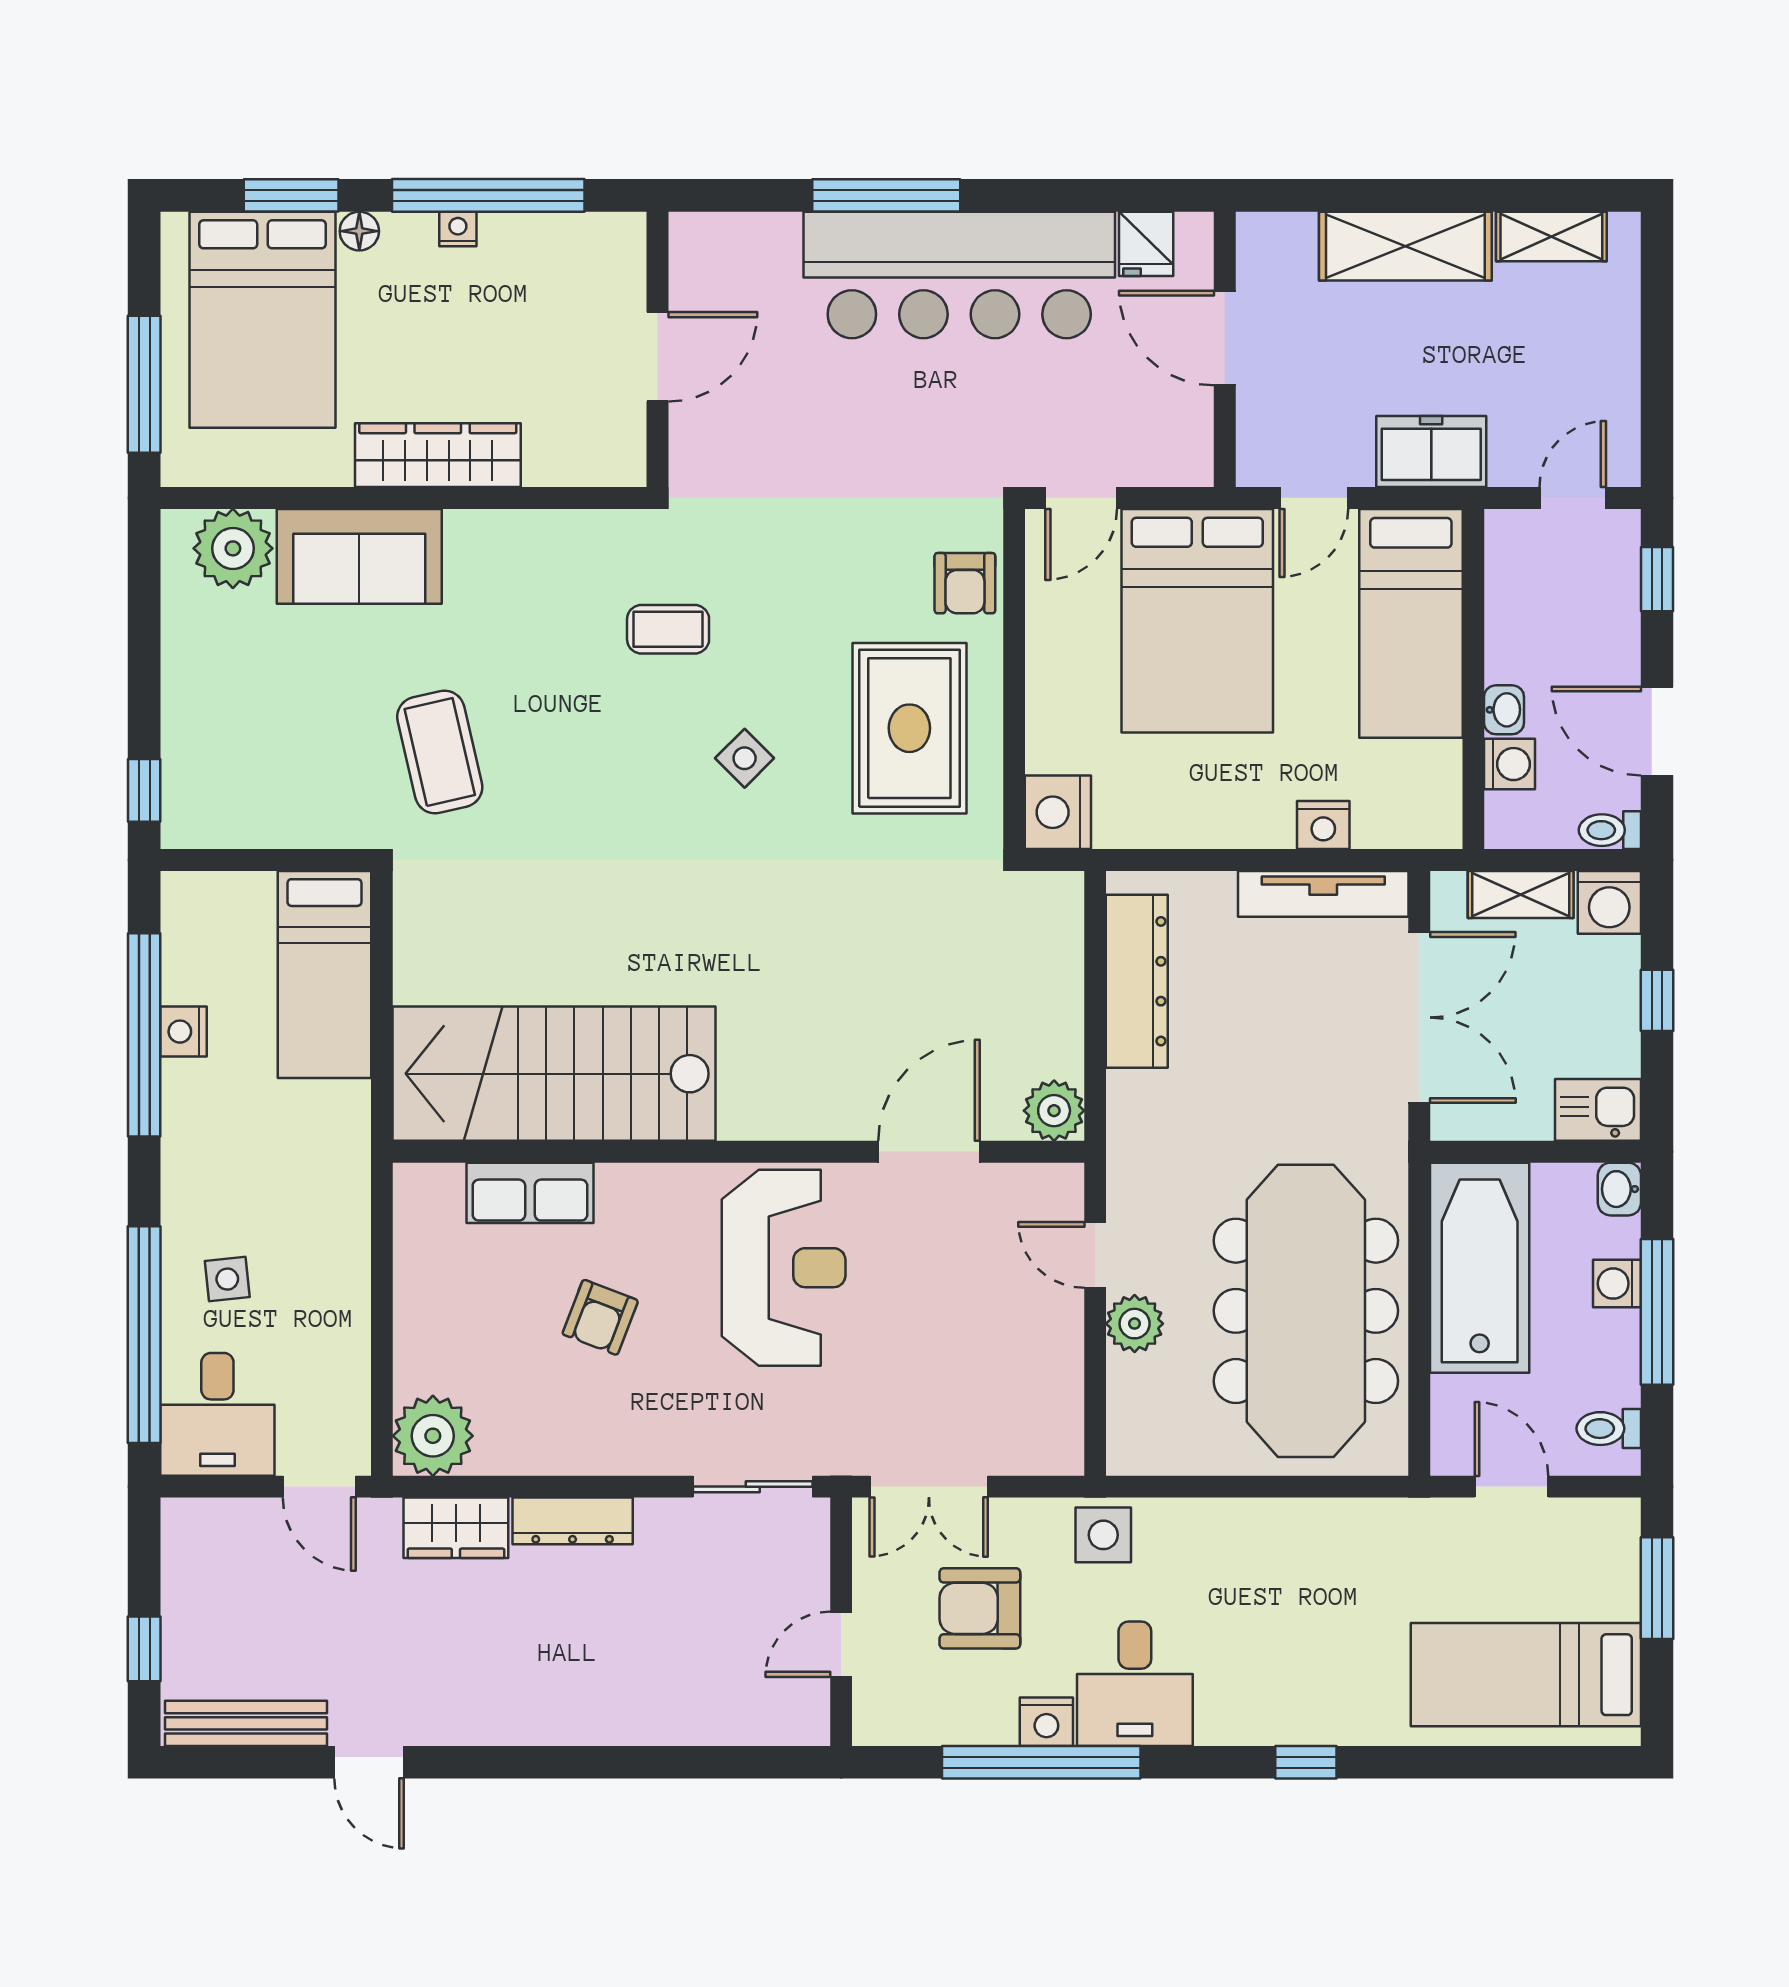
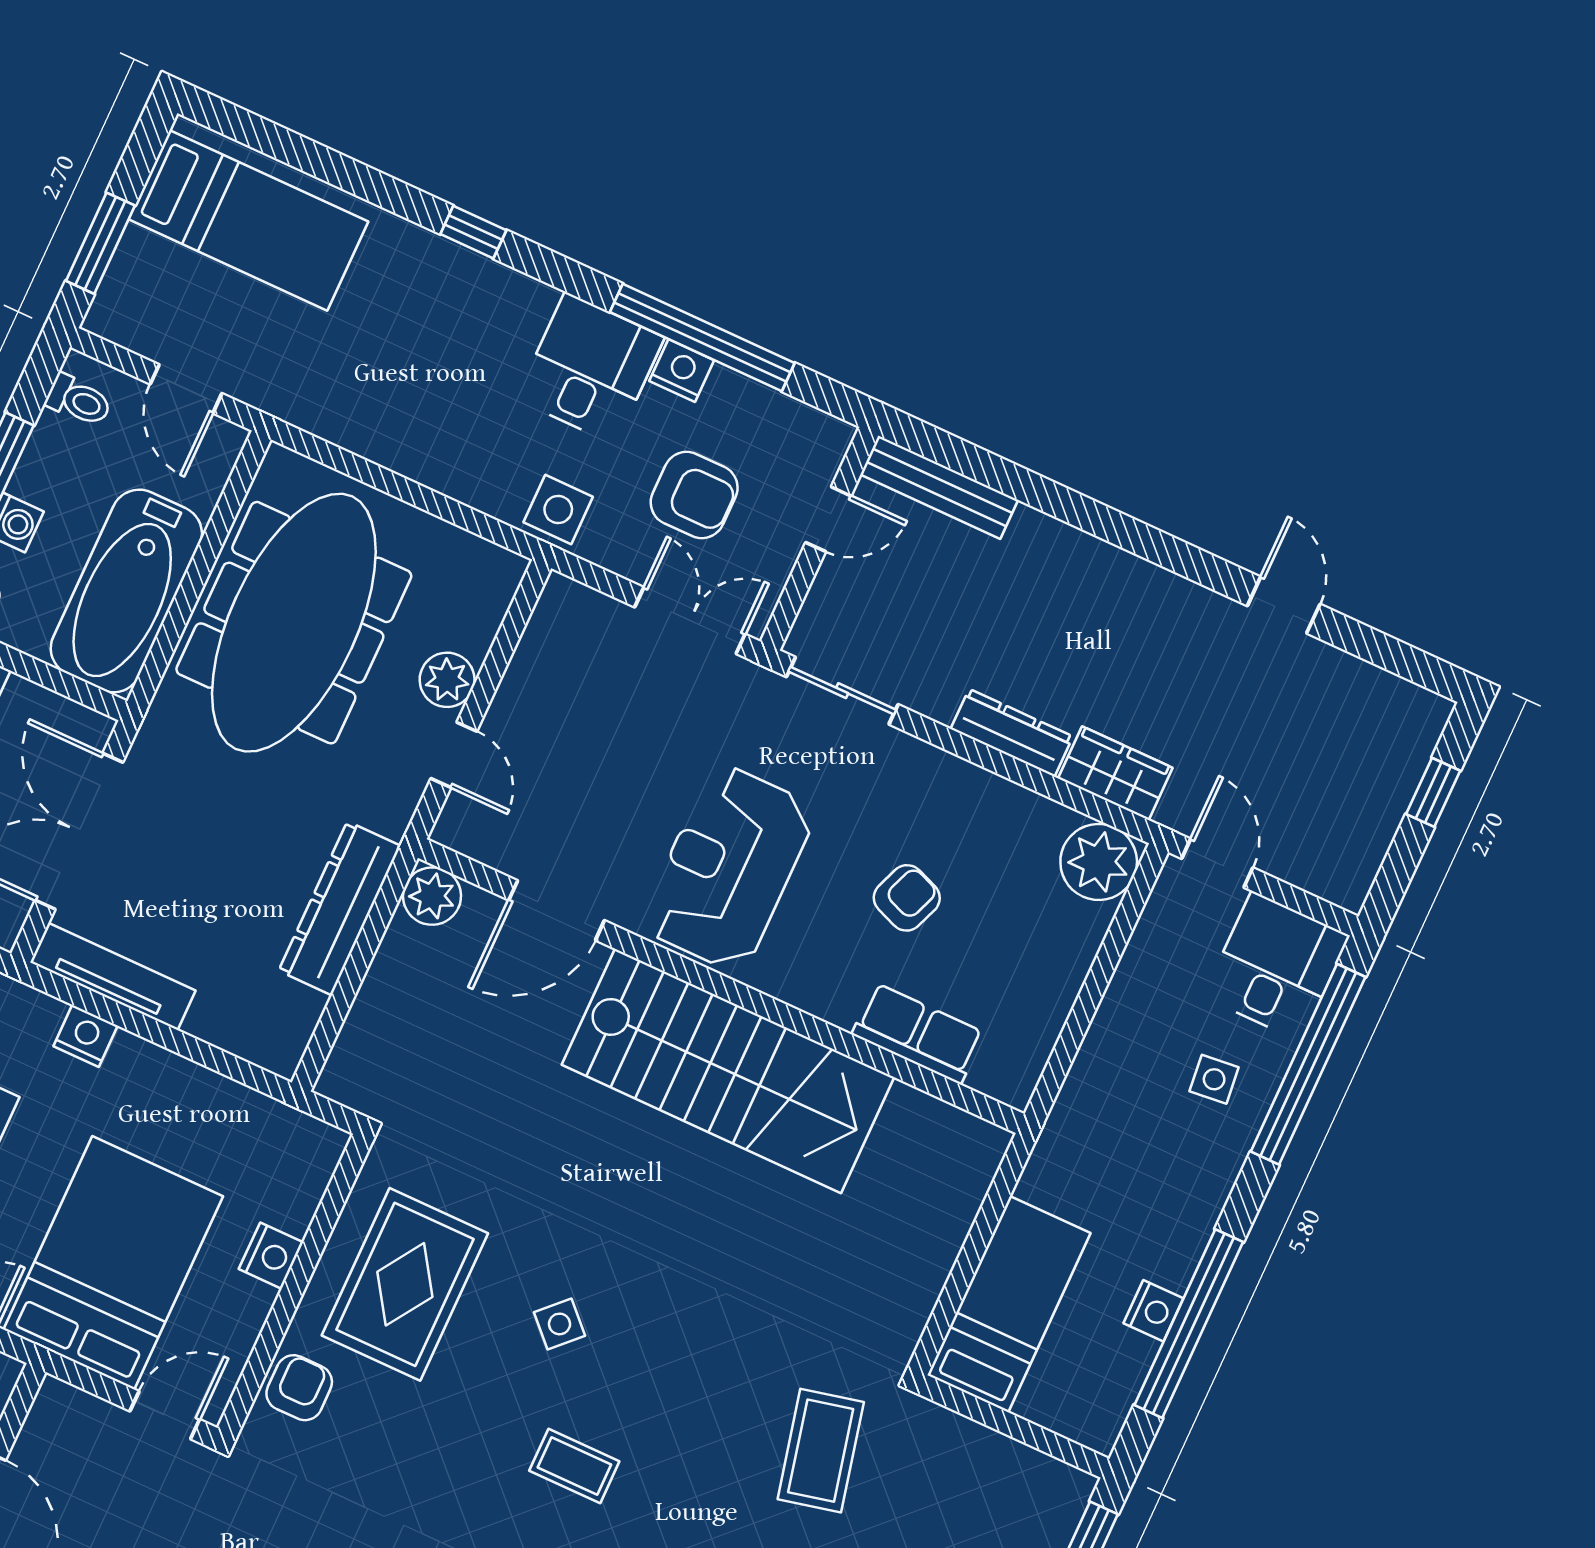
nightstand: (1058, 812) -> (271, 1256), moved, width x0.74, depth x0.75
dresser: (1137, 981) -> (340, 908), moved
stairs: (554, 1074) -> (728, 1071), moved
bench: (246, 1723) -> (939, 487), moved

